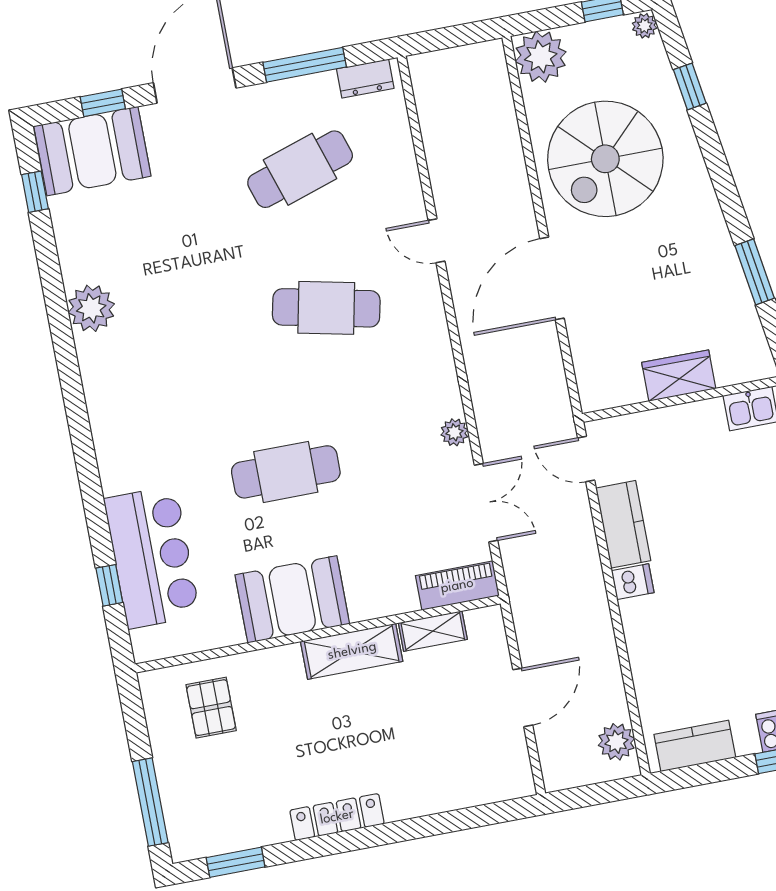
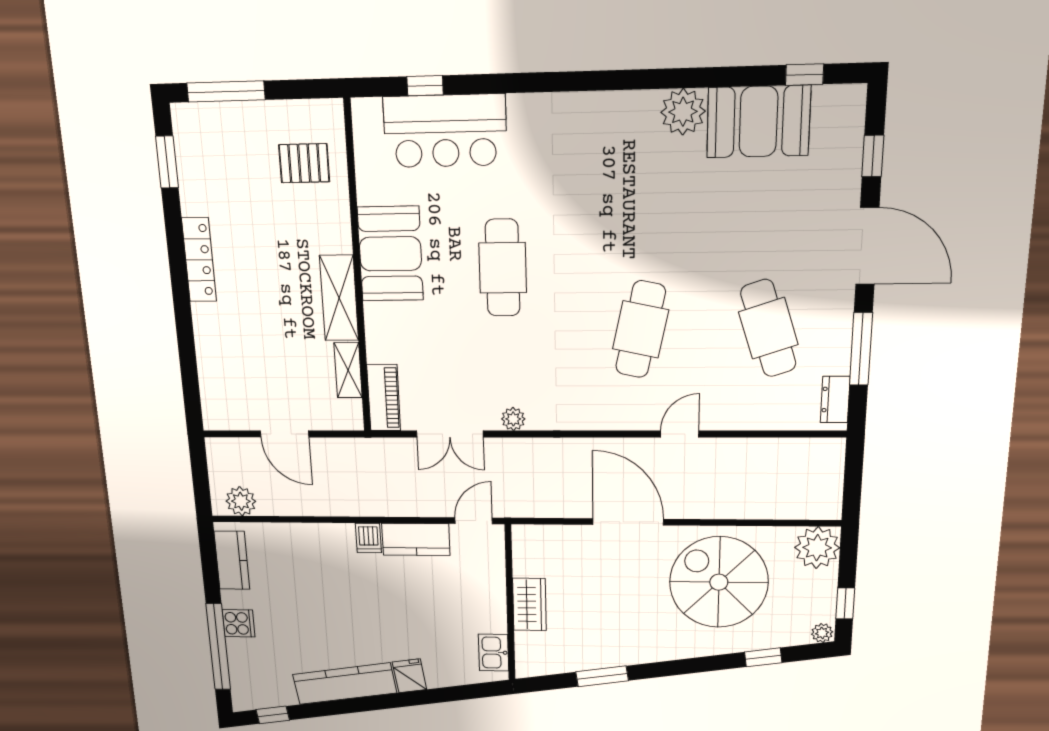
booth: (92, 151) -> (758, 122), moved, turned 90

